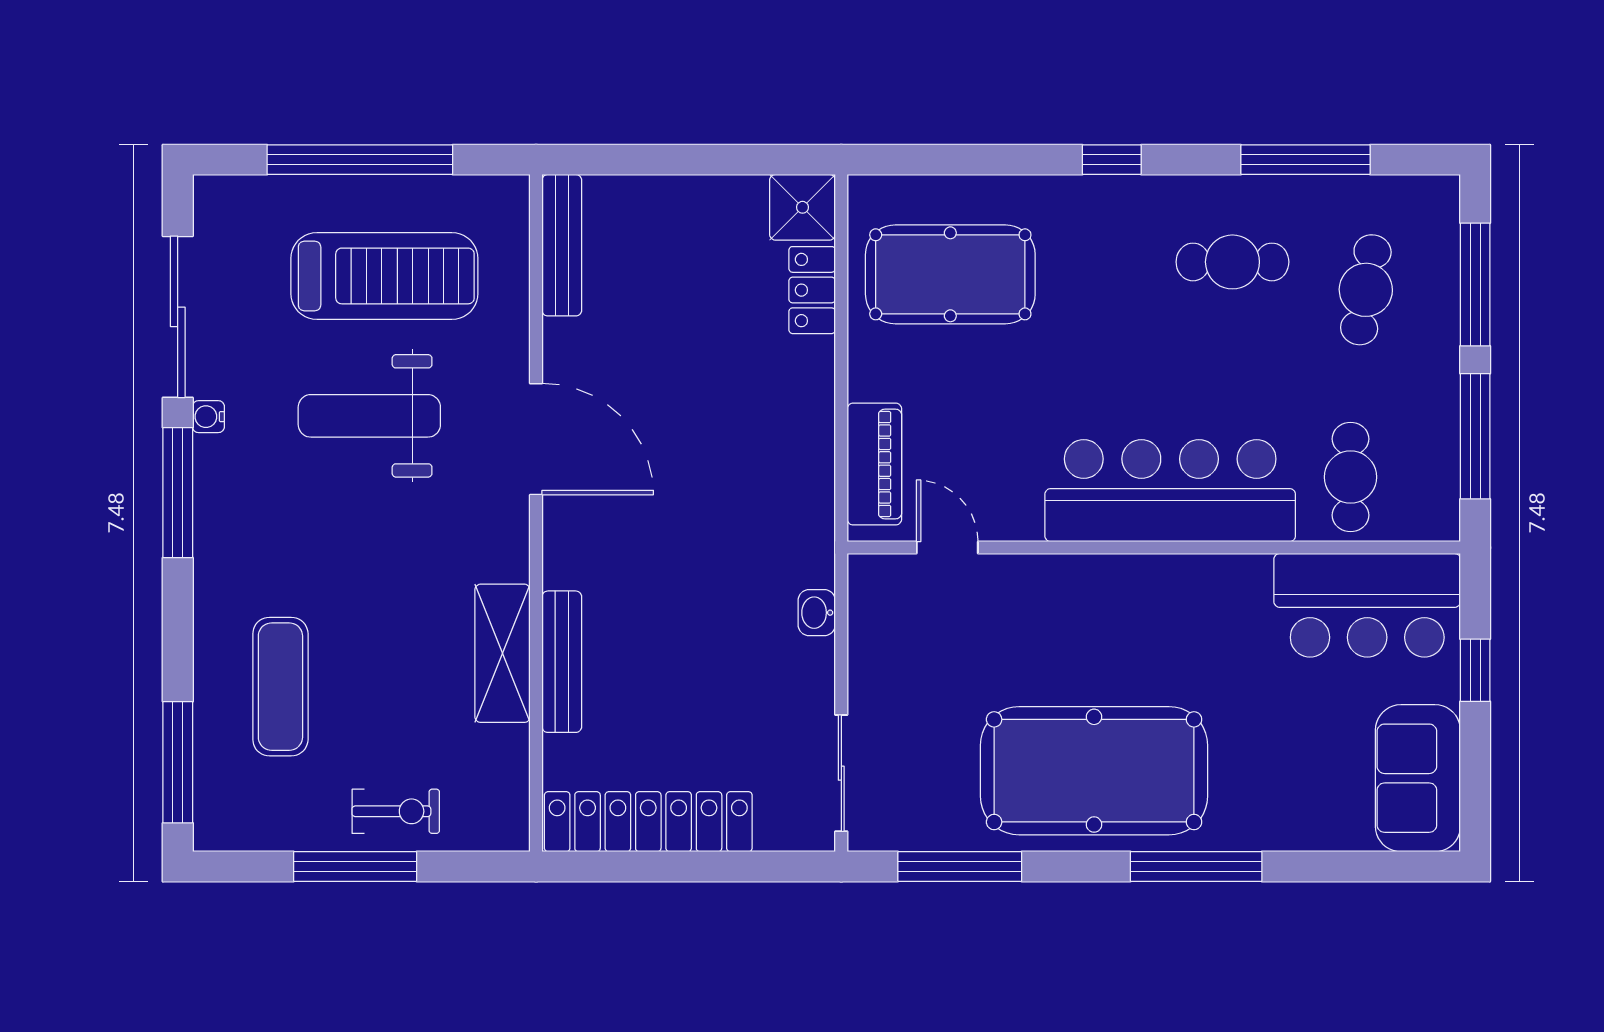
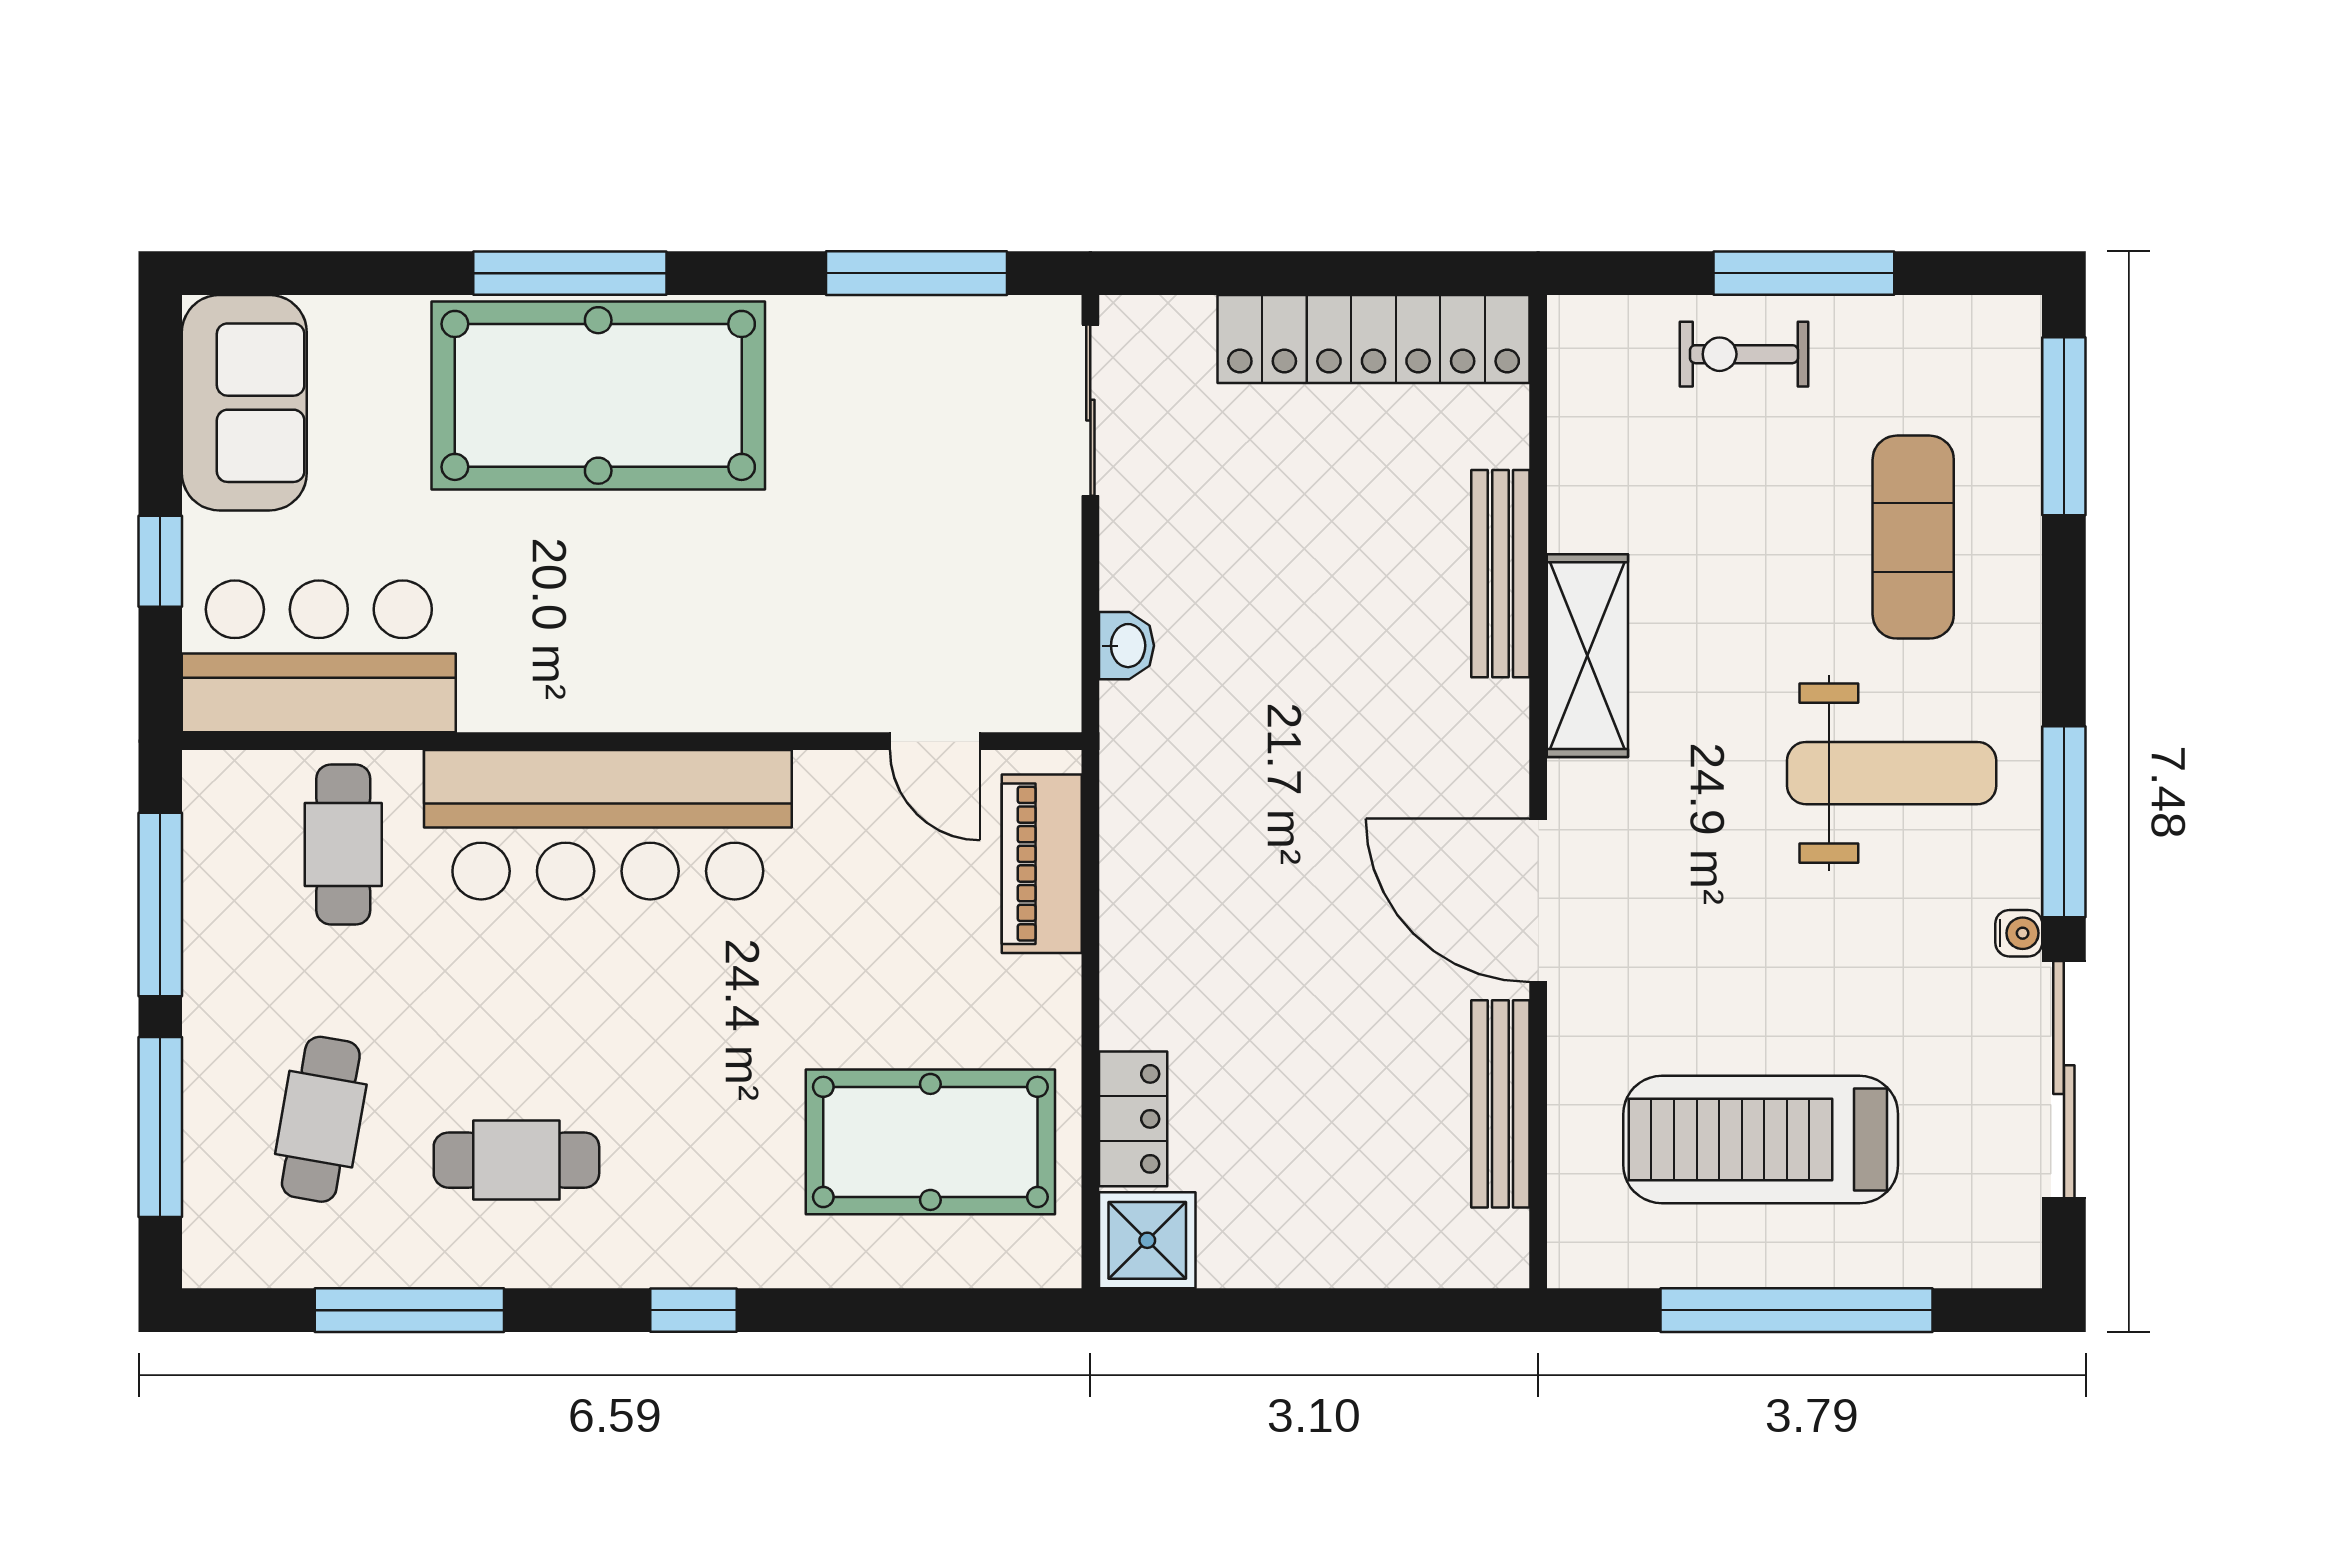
bench: (562, 245) -> (1500, 1104), moved
weight bench: (369, 416) -> (1892, 773), moved
shelving: (503, 653) -> (1587, 656), moved
pool table: (1094, 771) -> (598, 395), moved

